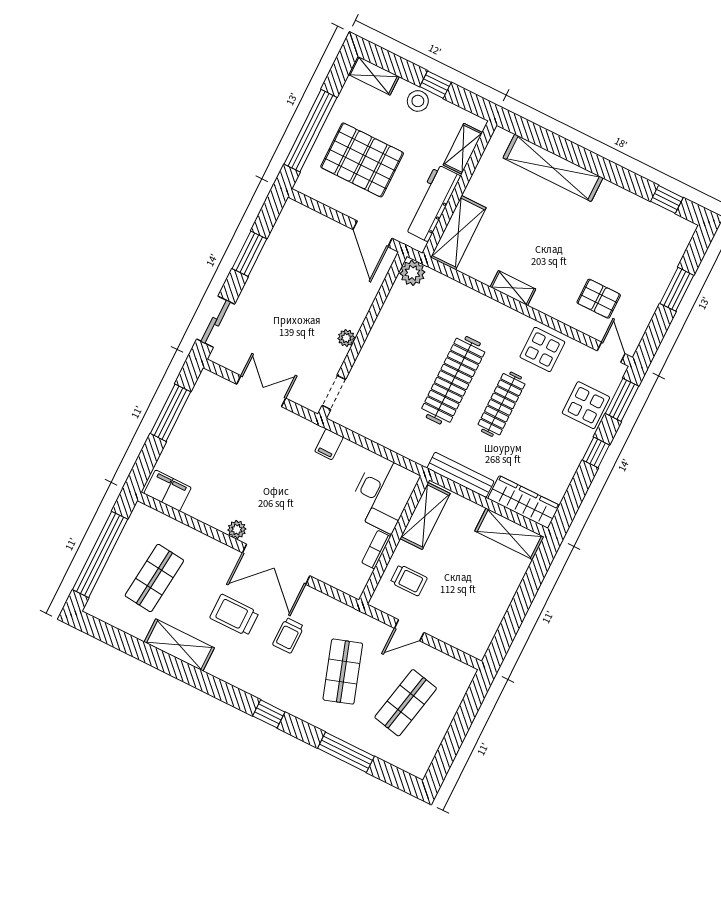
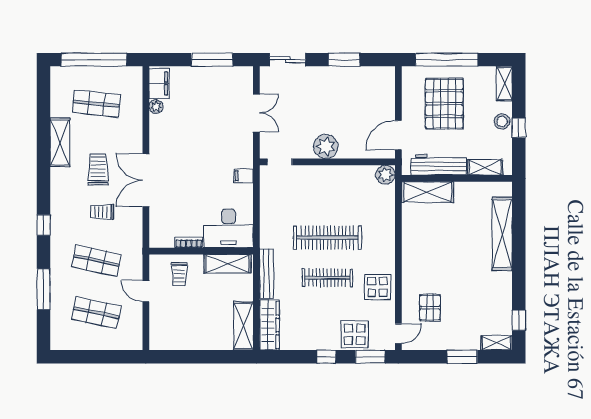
shelving: (513, 288) -> (497, 343), moved, turned 90
plant: (346, 338) -> (326, 147), width x1.87, depth x1.87
plant: (237, 529) -> (156, 107), moved
shop shelf: (343, 672) -> (96, 260), turned 30

